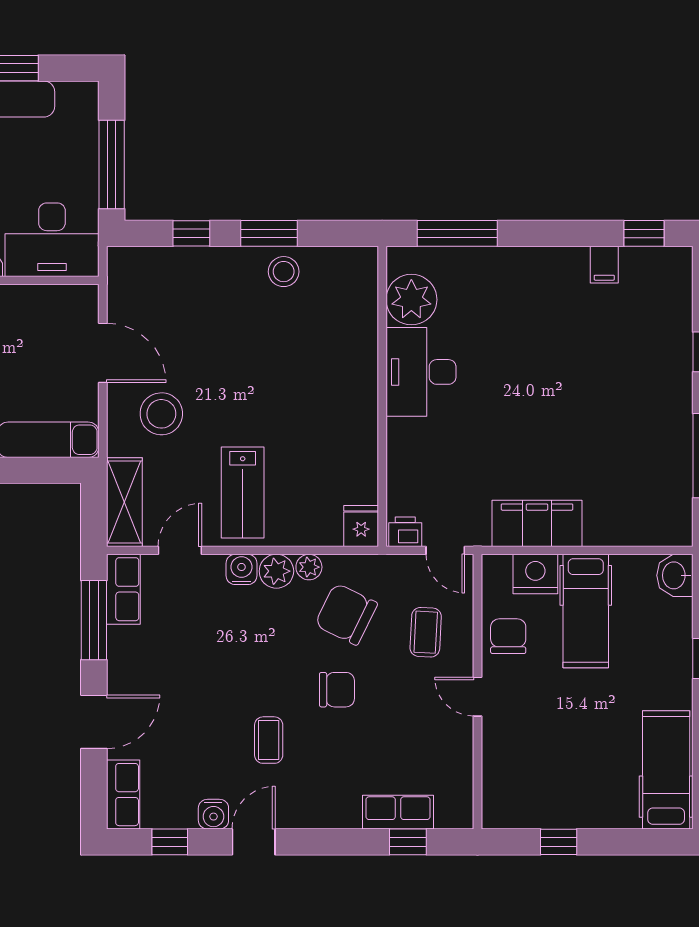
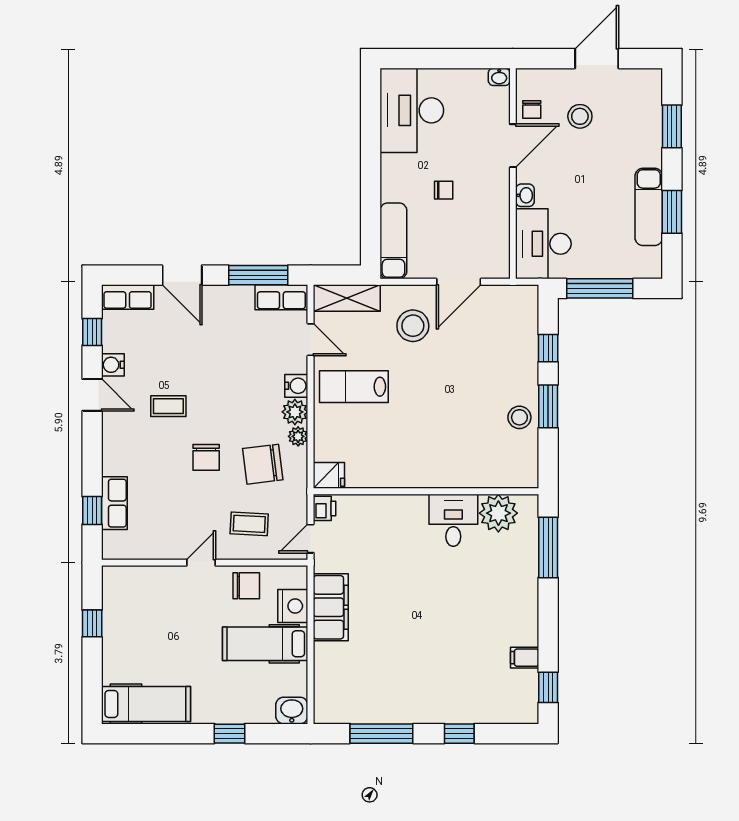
desk: (421, 372) -> (453, 520), width x0.73
chair: (346, 614) -> (263, 464), turned -123

